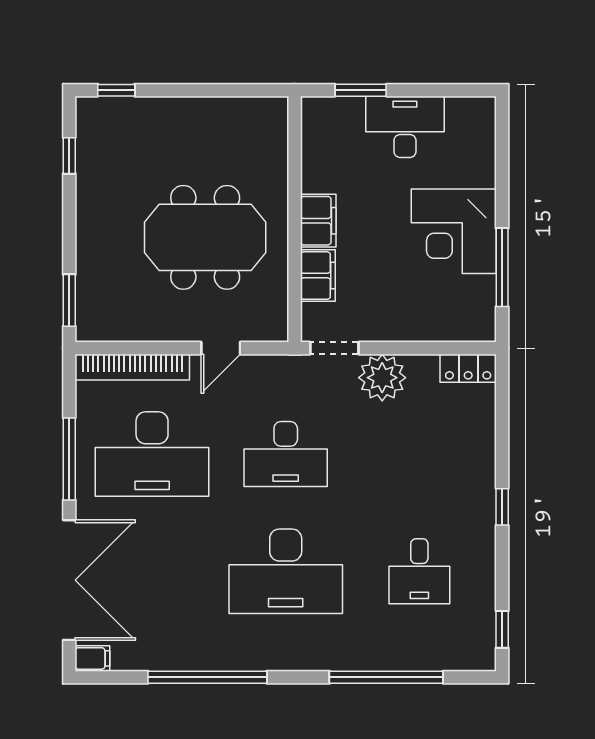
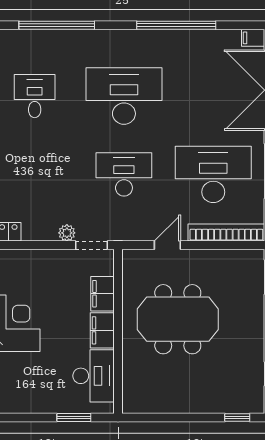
desk: (405, 127) -> (93, 376), moved, turned -90
plant: (382, 378) -> (67, 233), width x0.53, depth x0.53

